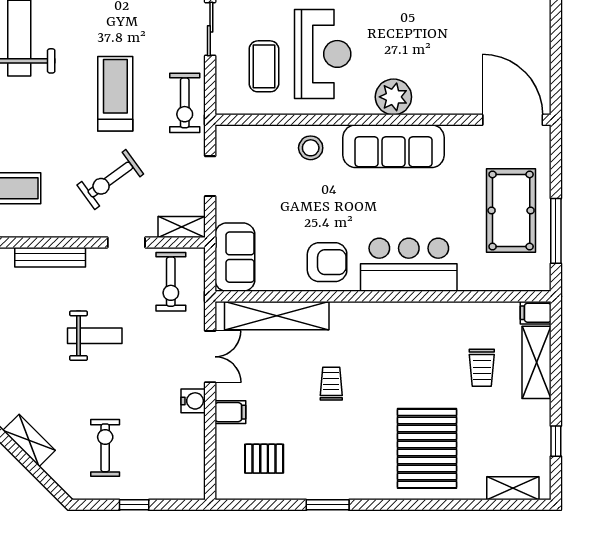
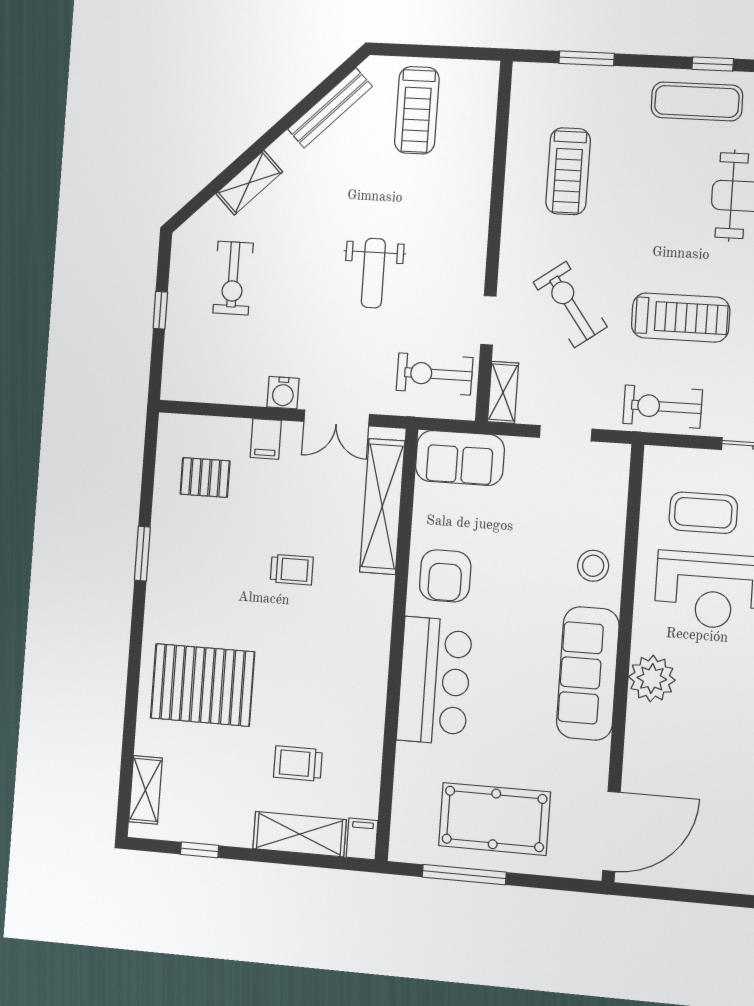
bench: (50, 257) -> (476, 222), removed
exercise bike: (105, 448) -> (233, 278), turned 90
pallet: (264, 459) -> (205, 478), turned 90

